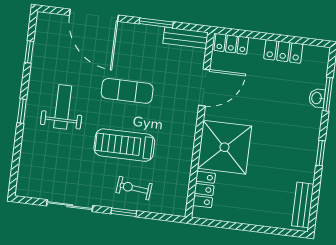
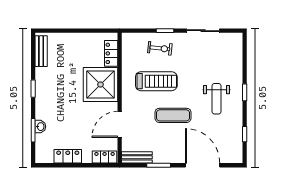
treadmill: (124, 145) -> (156, 81), moved

